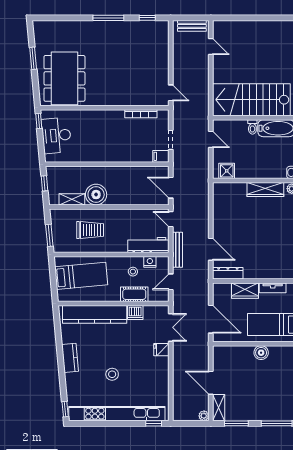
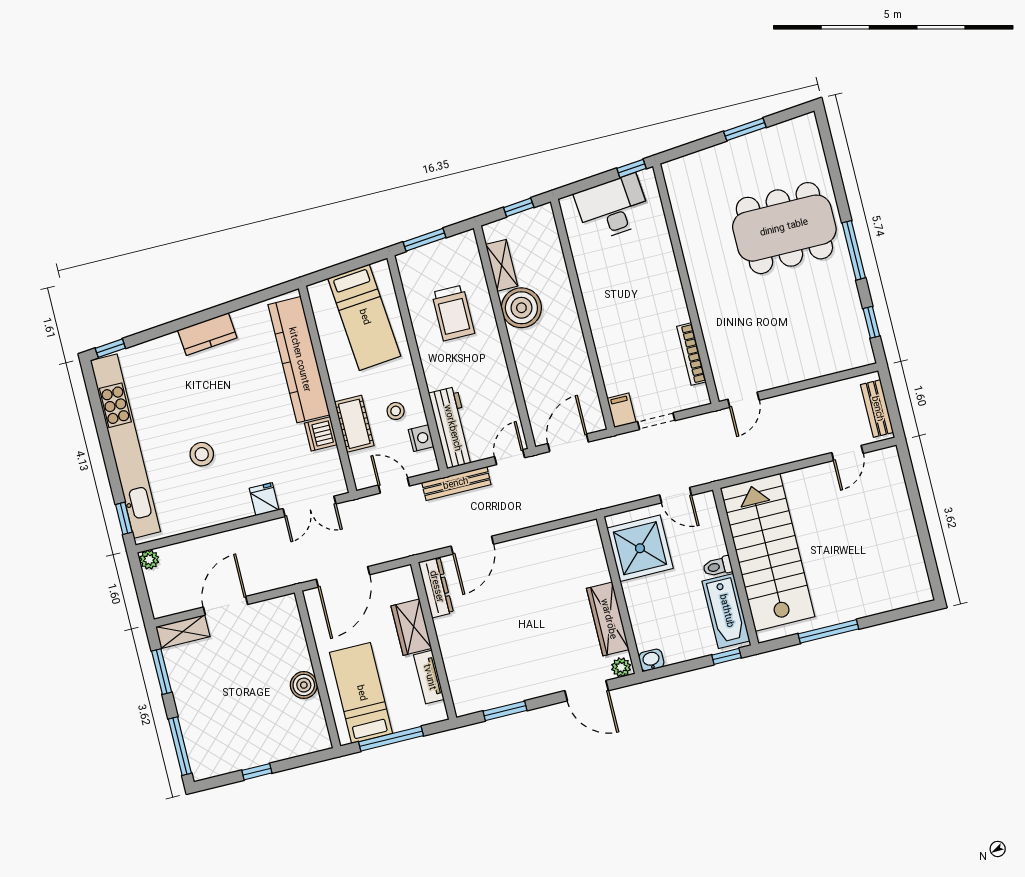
dining table: (64, 78) -> (784, 228), moved
door: (211, 139) -> (676, 495), hinge flipped
shower: (227, 171) -> (640, 548), width x1.86, depth x1.86
stool: (112, 374) -> (202, 454), moved
plant: (204, 416) -> (149, 560), moved

